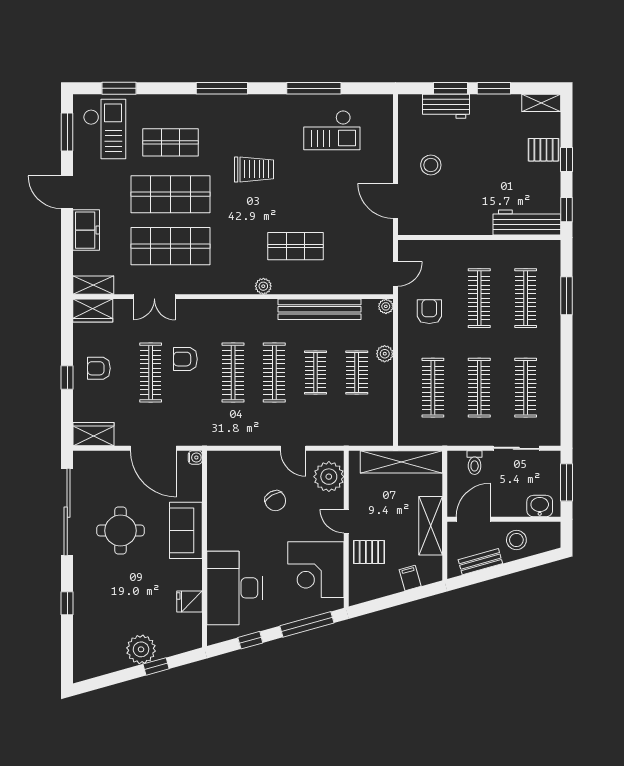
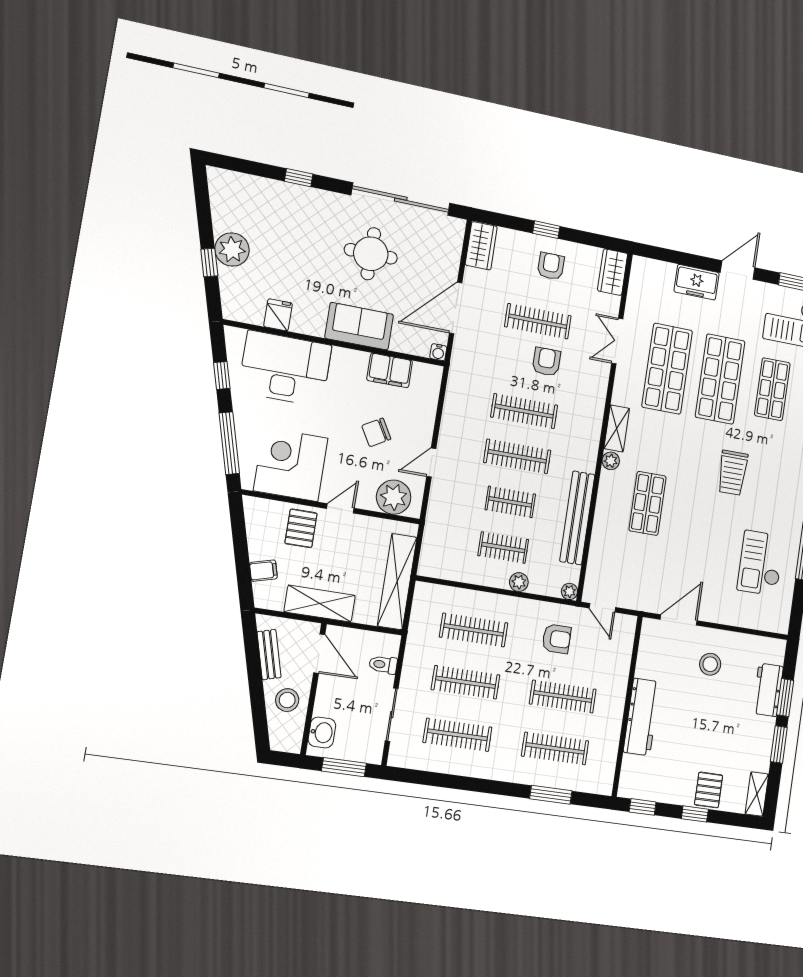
workbench: (527, 223) -> (642, 717), moved
shelving: (93, 285) -> (617, 428), moved
filing cabinet: (219, 498) -> (390, 370), added

